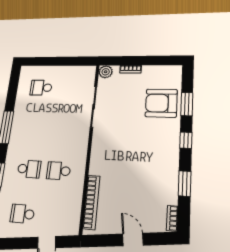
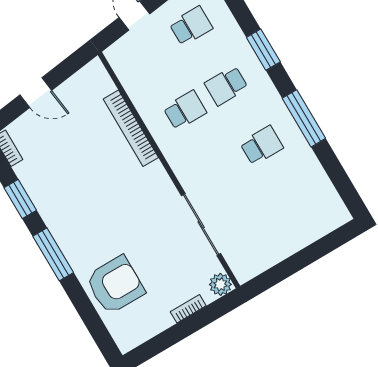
school desk: (41, 88) -> (262, 145), moved
window: (187, 104) -> (82, 303), removed
window: (186, 140) -> (53, 254), width x2.17
bookcase: (91, 202) -> (131, 128), moved

